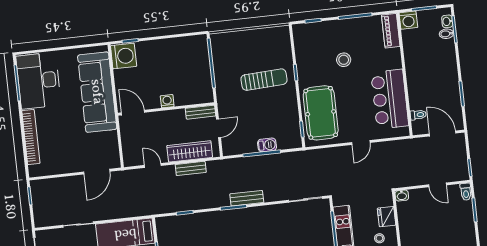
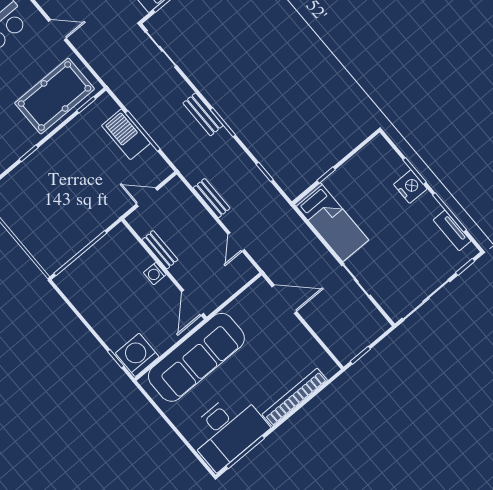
sun lounger: (264, 80) -> (60, 183), removed
bench: (200, 112) -> (160, 250), moved
barbecue: (267, 145) -> (126, 134), width x1.88, depth x1.53
wardrobe: (190, 151) -> (193, 212), removed

